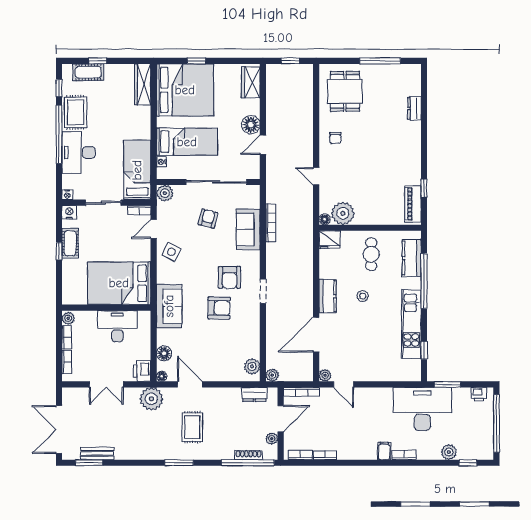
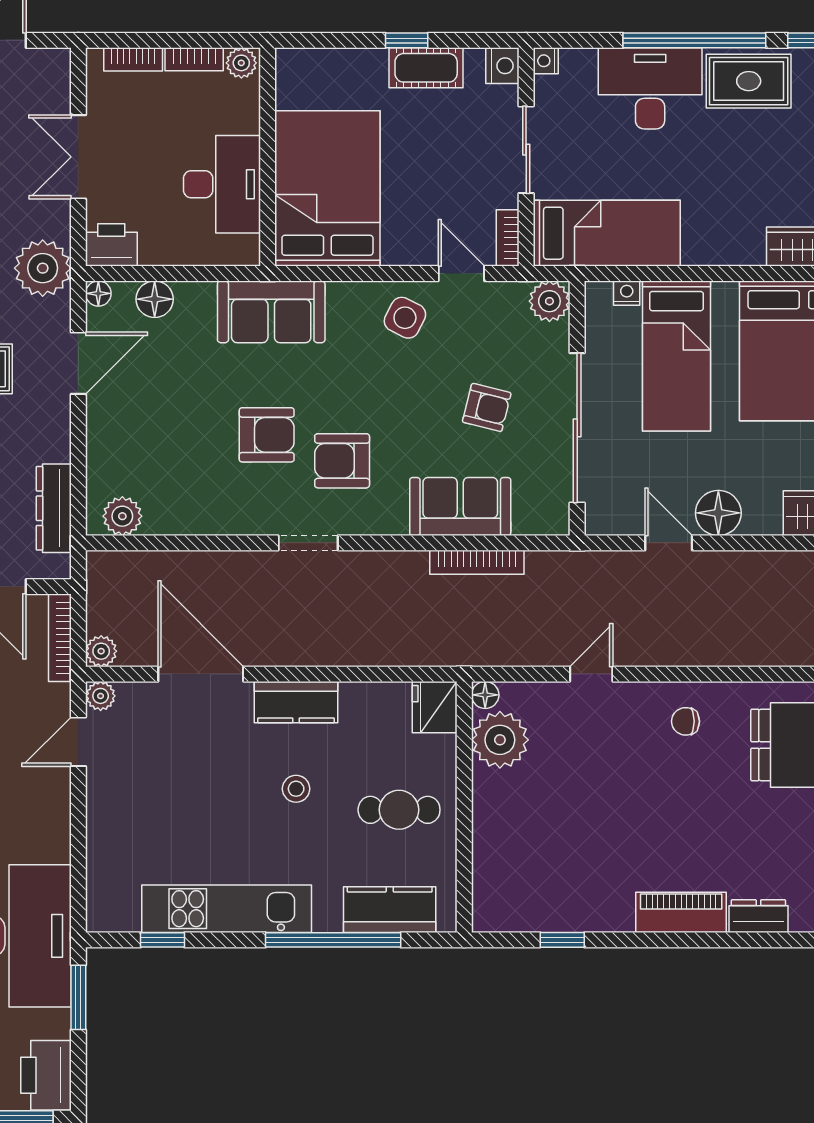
piano: (413, 204) -> (681, 912), moved
armchair: (219, 308) -> (267, 435), turned -91
plant: (272, 375) -> (101, 651), moved
dresser: (254, 394) -> (54, 508), width x1.44
printer: (479, 394) -> (46, 1075), width x1.87, depth x1.48

